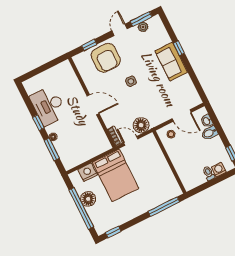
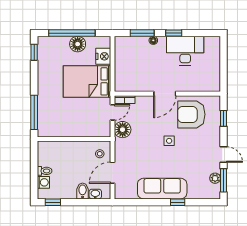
armchair: (106, 58) -> (191, 114), moved
sofa: (171, 62) -> (162, 189), width x1.36

